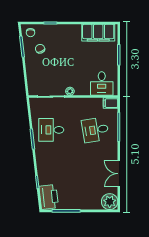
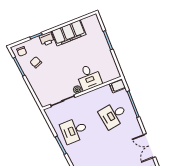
printer: (60, 30) -> (47, 39), added
filing cabinet: (98, 33) -> (69, 33), moved
desk: (102, 84) -> (89, 77), moved

